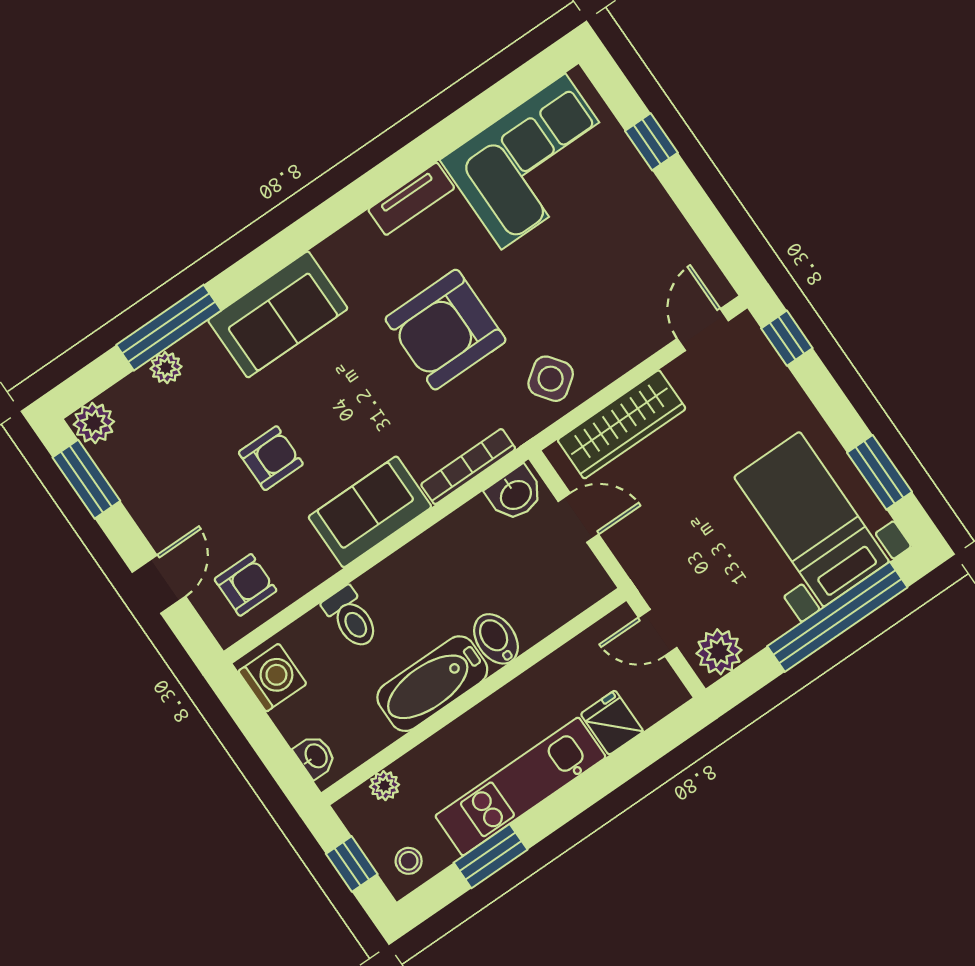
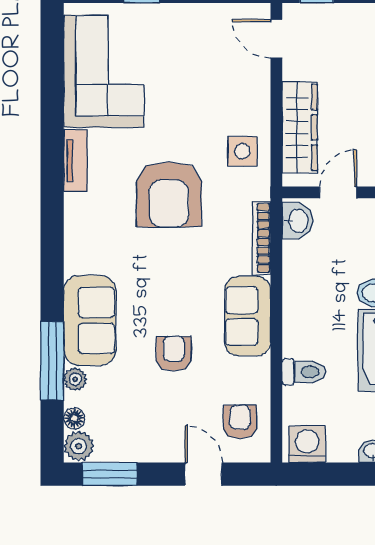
sofa: (278, 314) -> (90, 320), moved
side table: (551, 379) -> (242, 151), turned 36
floor lamp: (122, 397) -> (74, 418), added

